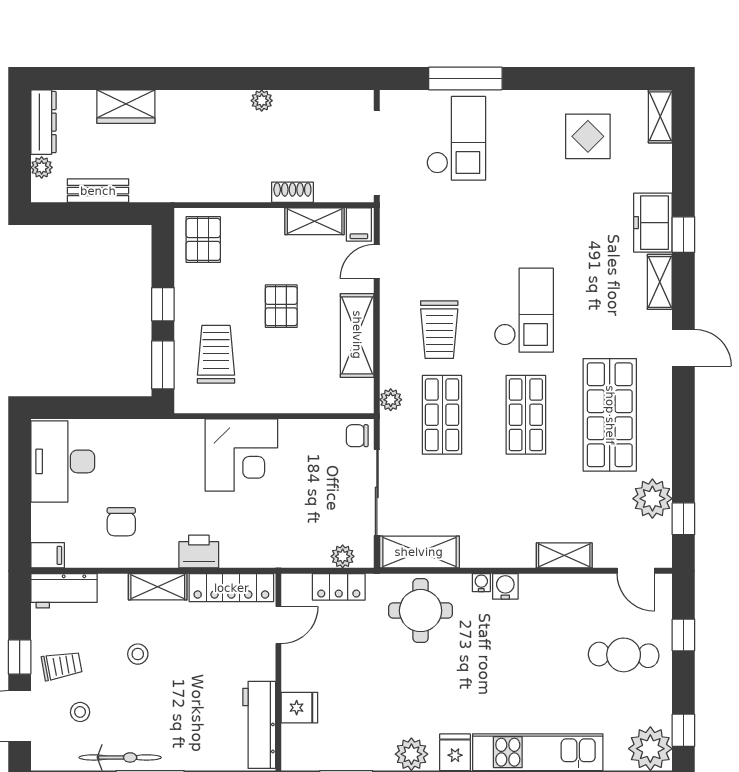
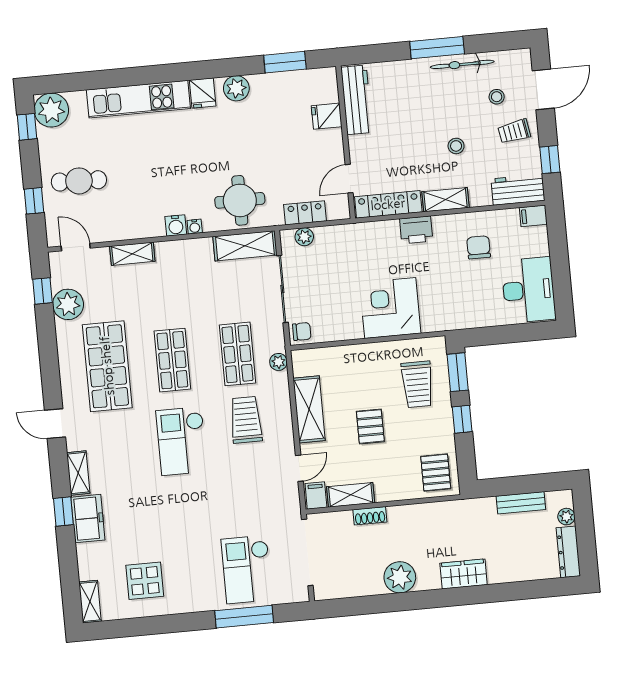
plant: (262, 101) -> (400, 577), width x1.88, depth x1.88
wardrobe: (126, 107) -> (464, 574), moved
window: (20, 657) -> (550, 160), moved

